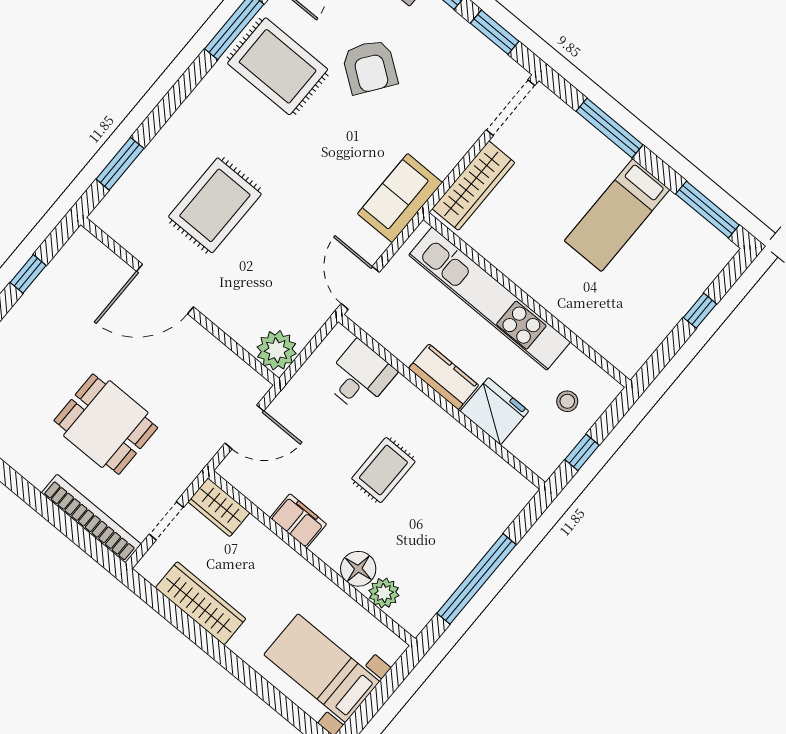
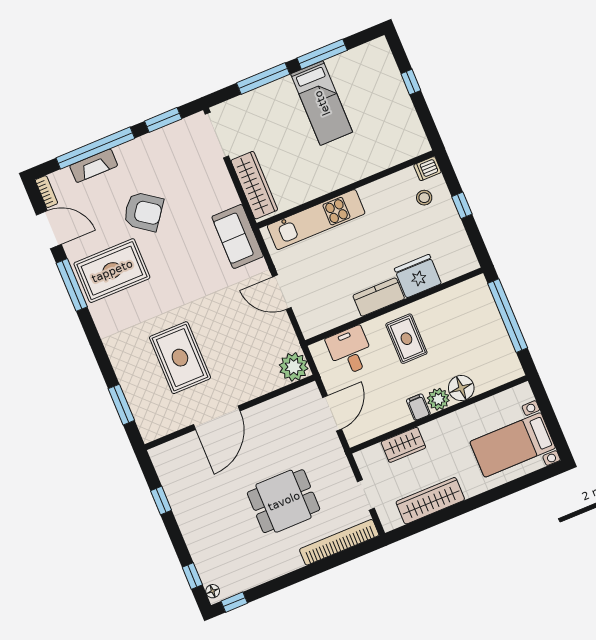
window: (707, 210) -> (322, 54), moved
kitchen unit: (490, 299) -> (316, 220), width x0.73
desk: (359, 377) -> (350, 351), moved
kitchen counter: (444, 377) -> (379, 297), moved
dishwasher: (605, 387) -> (427, 169), added
wall: (442, 402) -> (394, 307), moved
fridge: (494, 411) -> (418, 276), moved
wardrobe: (219, 507) -> (403, 445), moved
filing cabinet: (298, 521) -> (418, 407), width x0.50
plant: (384, 593) -> (438, 399), moved

